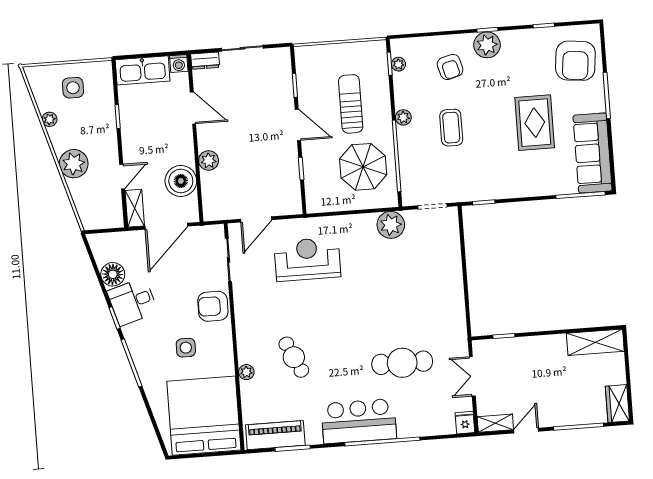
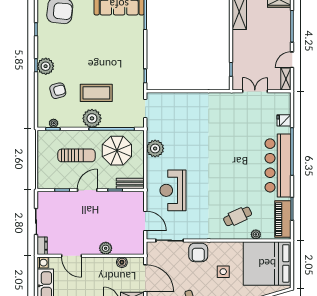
sun lounger: (351, 104) -> (76, 155), turned 180
door: (193, 108) -> (72, 256), swing flipped
plant: (403, 117) -> (92, 118), width x1.87, depth x1.87
rug: (535, 123) -> (97, 40), removed
coffee table: (451, 128) -> (96, 93), width x1.36, depth x1.32
boiler: (181, 181) -> (122, 262), width x0.54, depth x0.54
bench: (313, 192) -> (130, 184), added
plant: (391, 225) -> (155, 148), moved
cafe table: (294, 357) -> (238, 216), moved
cafe table: (402, 363) -> (243, 135), removed
plant: (246, 372) -> (256, 234), moved
double door: (472, 376) -> (255, 91), swing flipped
bar counter: (359, 421) -> (278, 165), width x1.36
fridge: (465, 423) -> (284, 120), moved
door: (526, 431) -> (292, 60), hinge flipped

